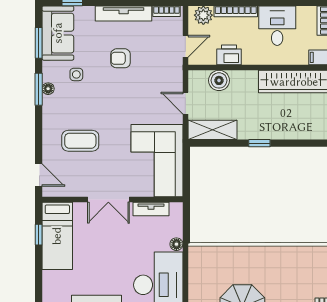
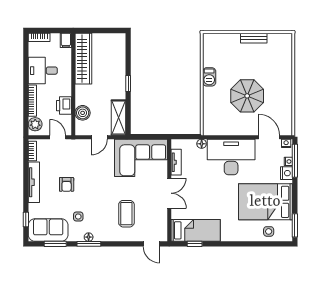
door: (39, 175) -> (151, 244), swing flipped
barbecue: (269, 255) -> (209, 77), added

